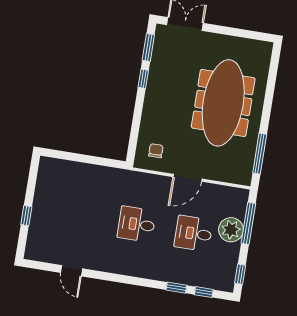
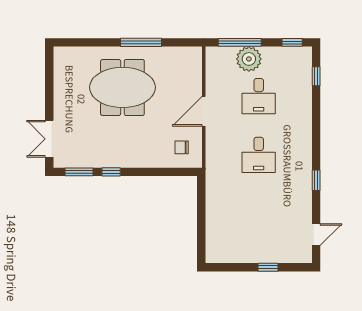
meeting table: (223, 103) -> (122, 87), width x0.73
window: (260, 154) -> (141, 42), moved
door: (187, 178) -> (204, 111), swing flipped
door: (72, 271) -> (316, 235), moved
window: (176, 288) -> (316, 180), moved

